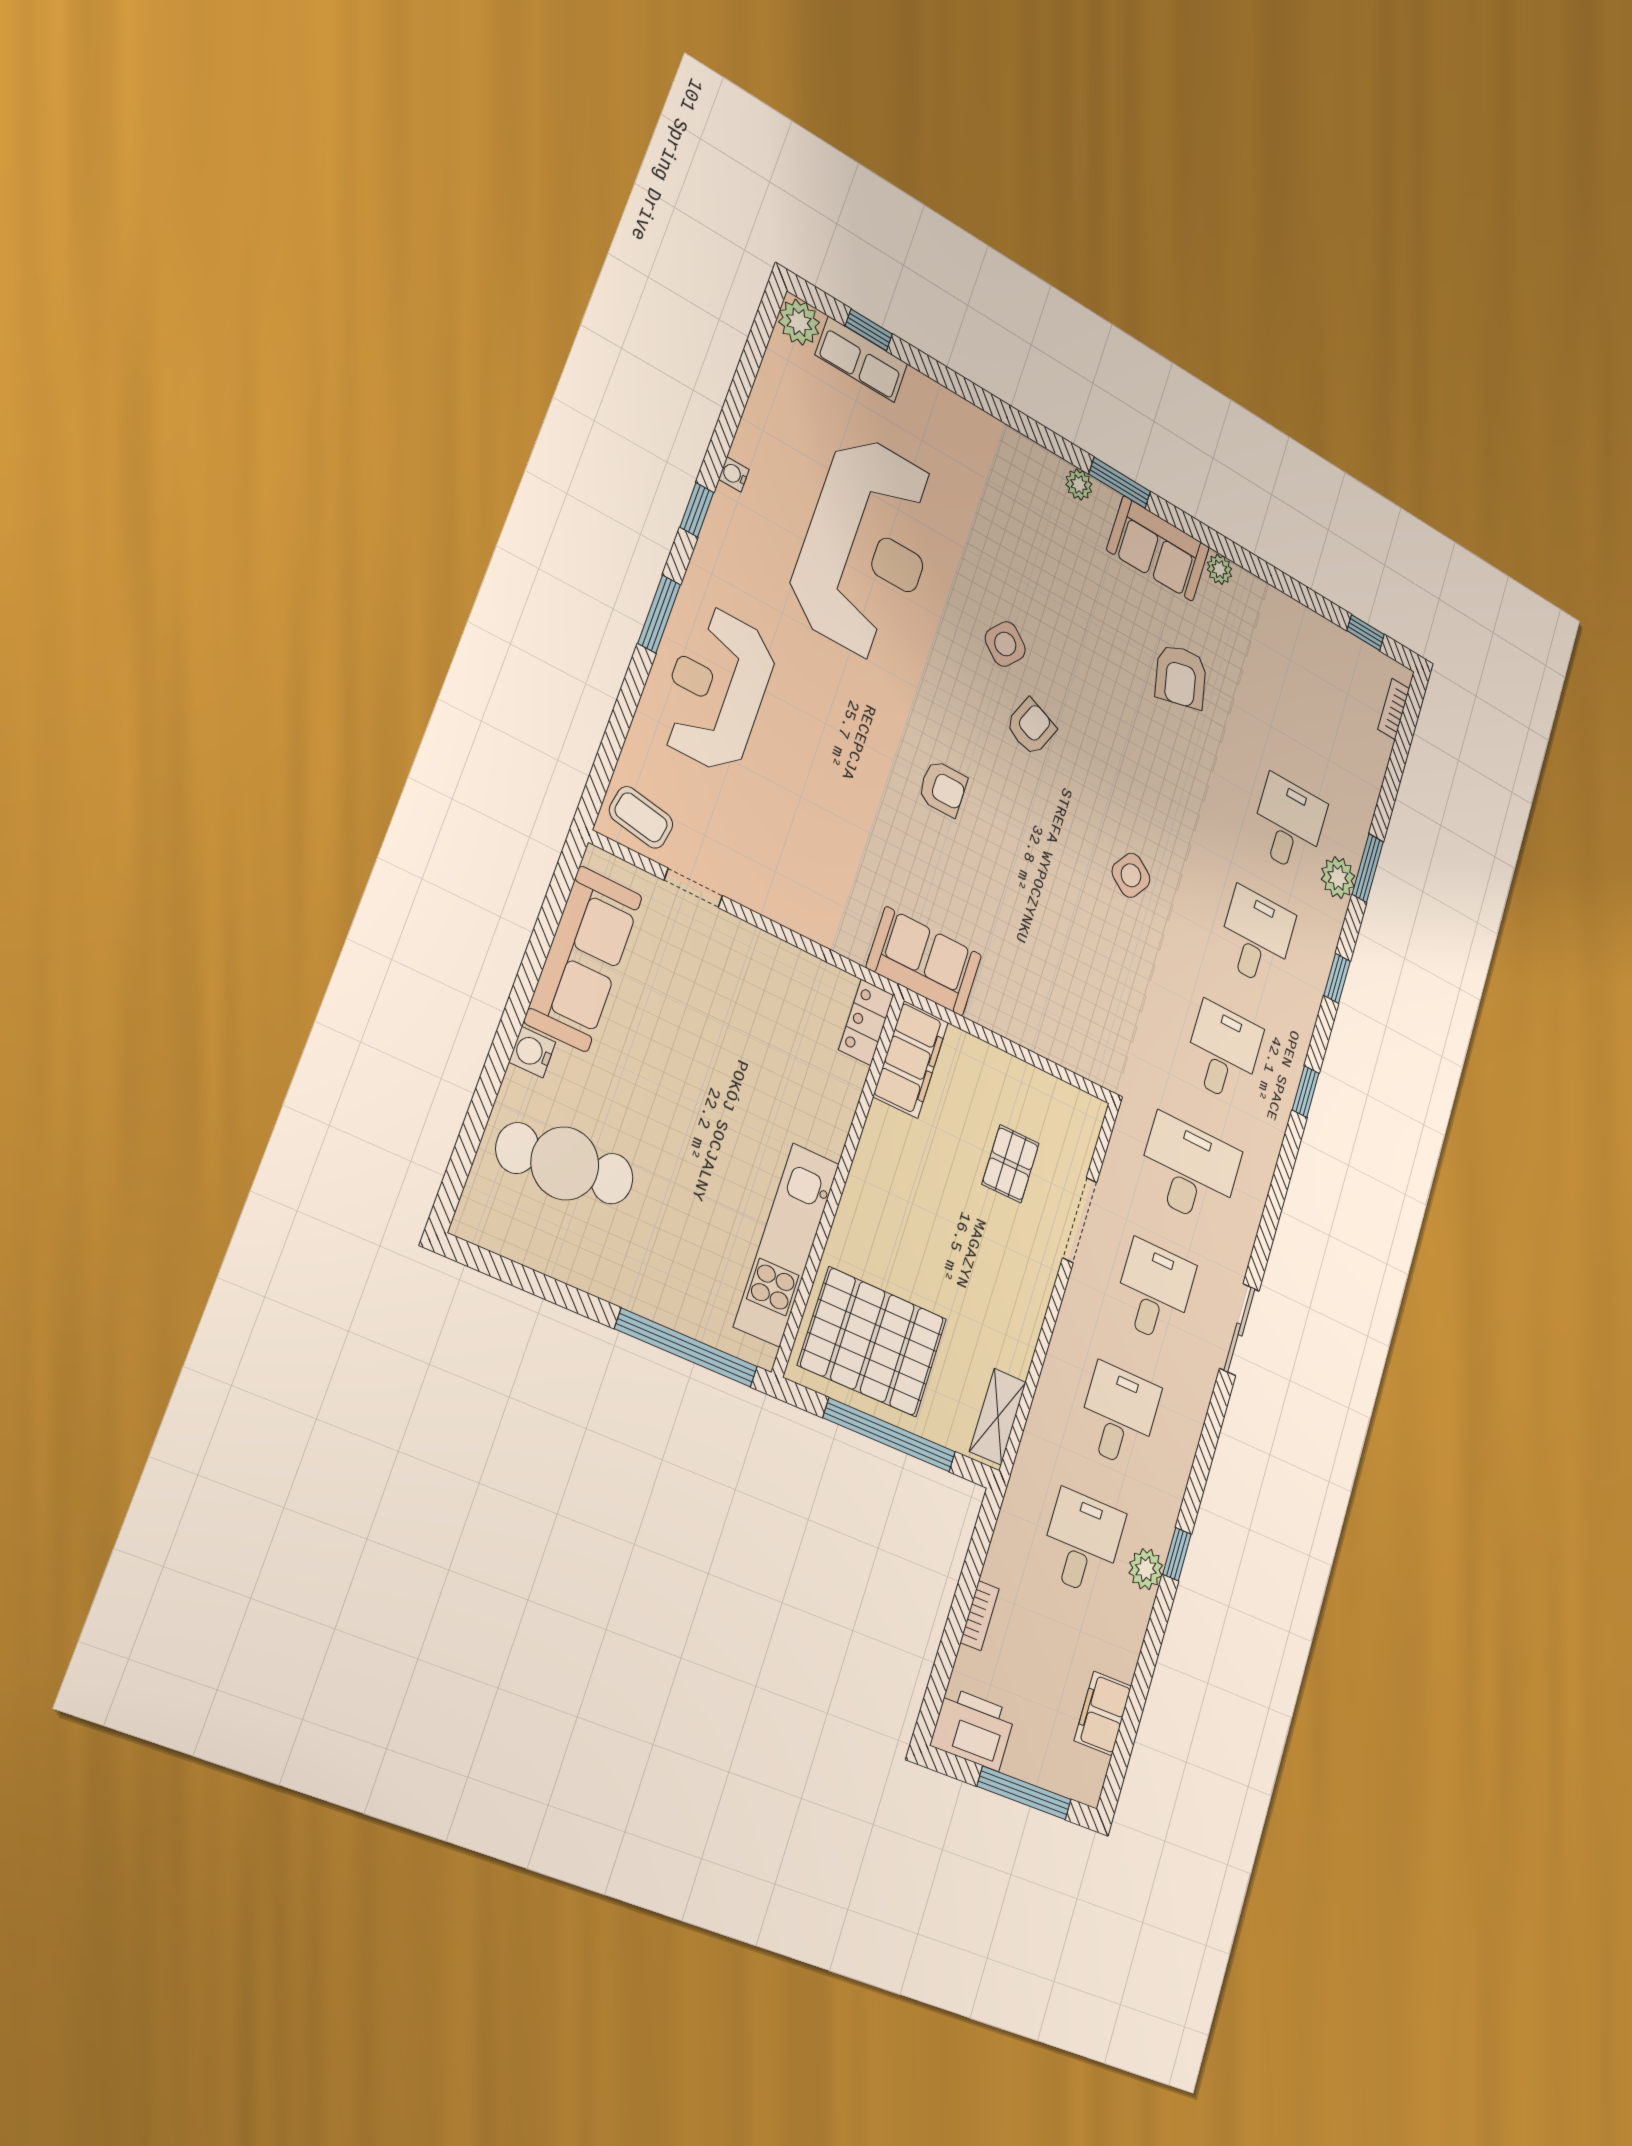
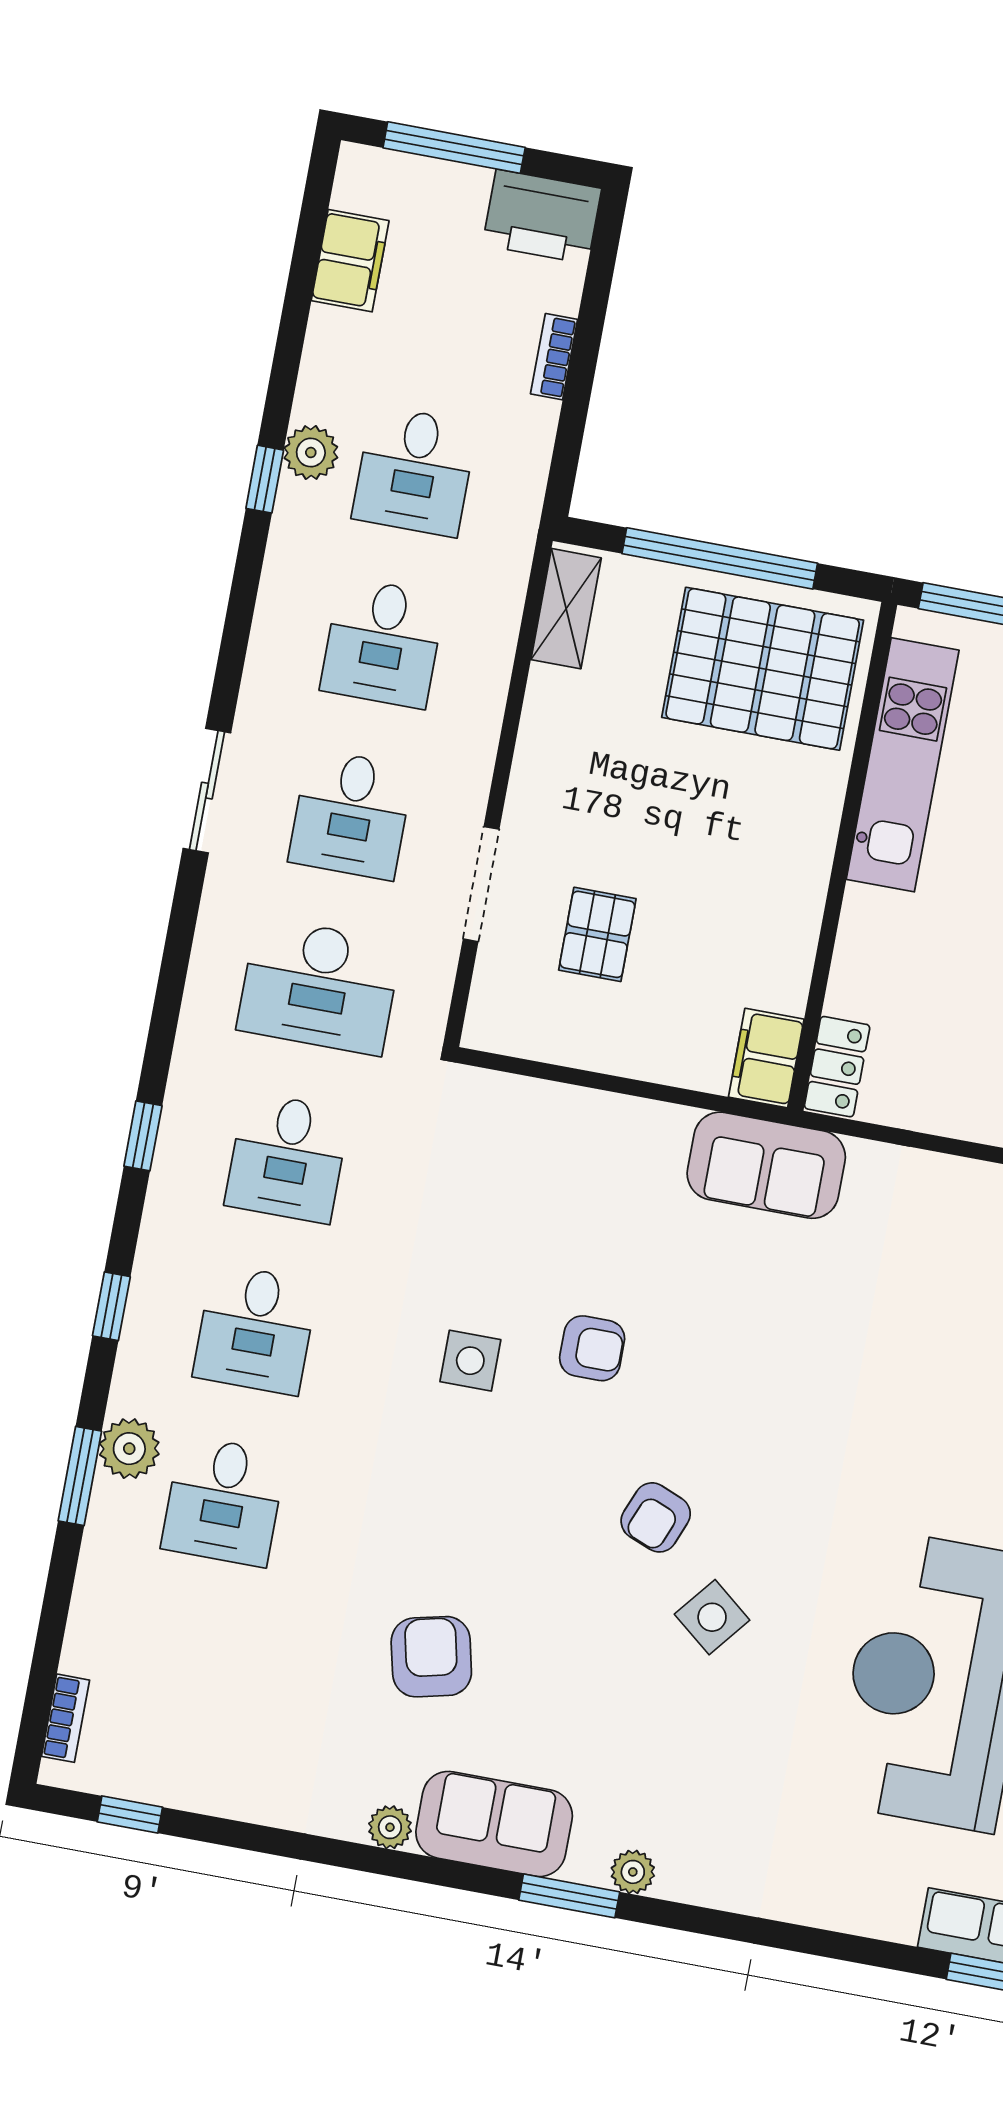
armchair: (943, 788) -> (592, 1348), moved, turned 180
side table: (1131, 875) -> (470, 1361), turned -34
filing cabinet: (911, 1059) -> (766, 1058), width x0.67, depth x0.86

